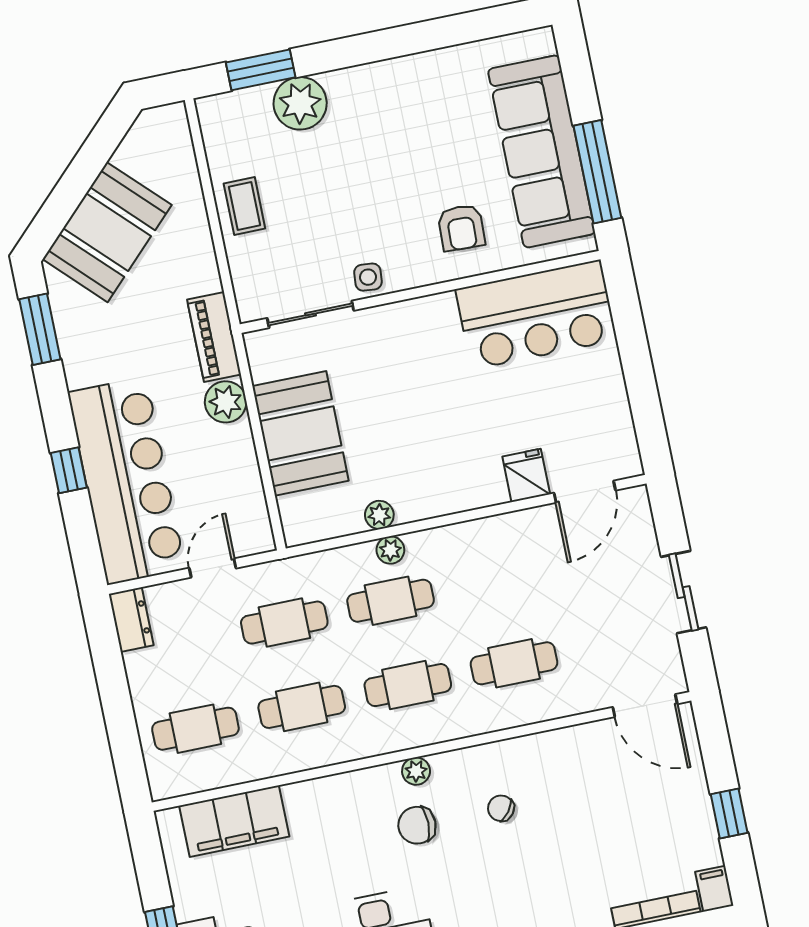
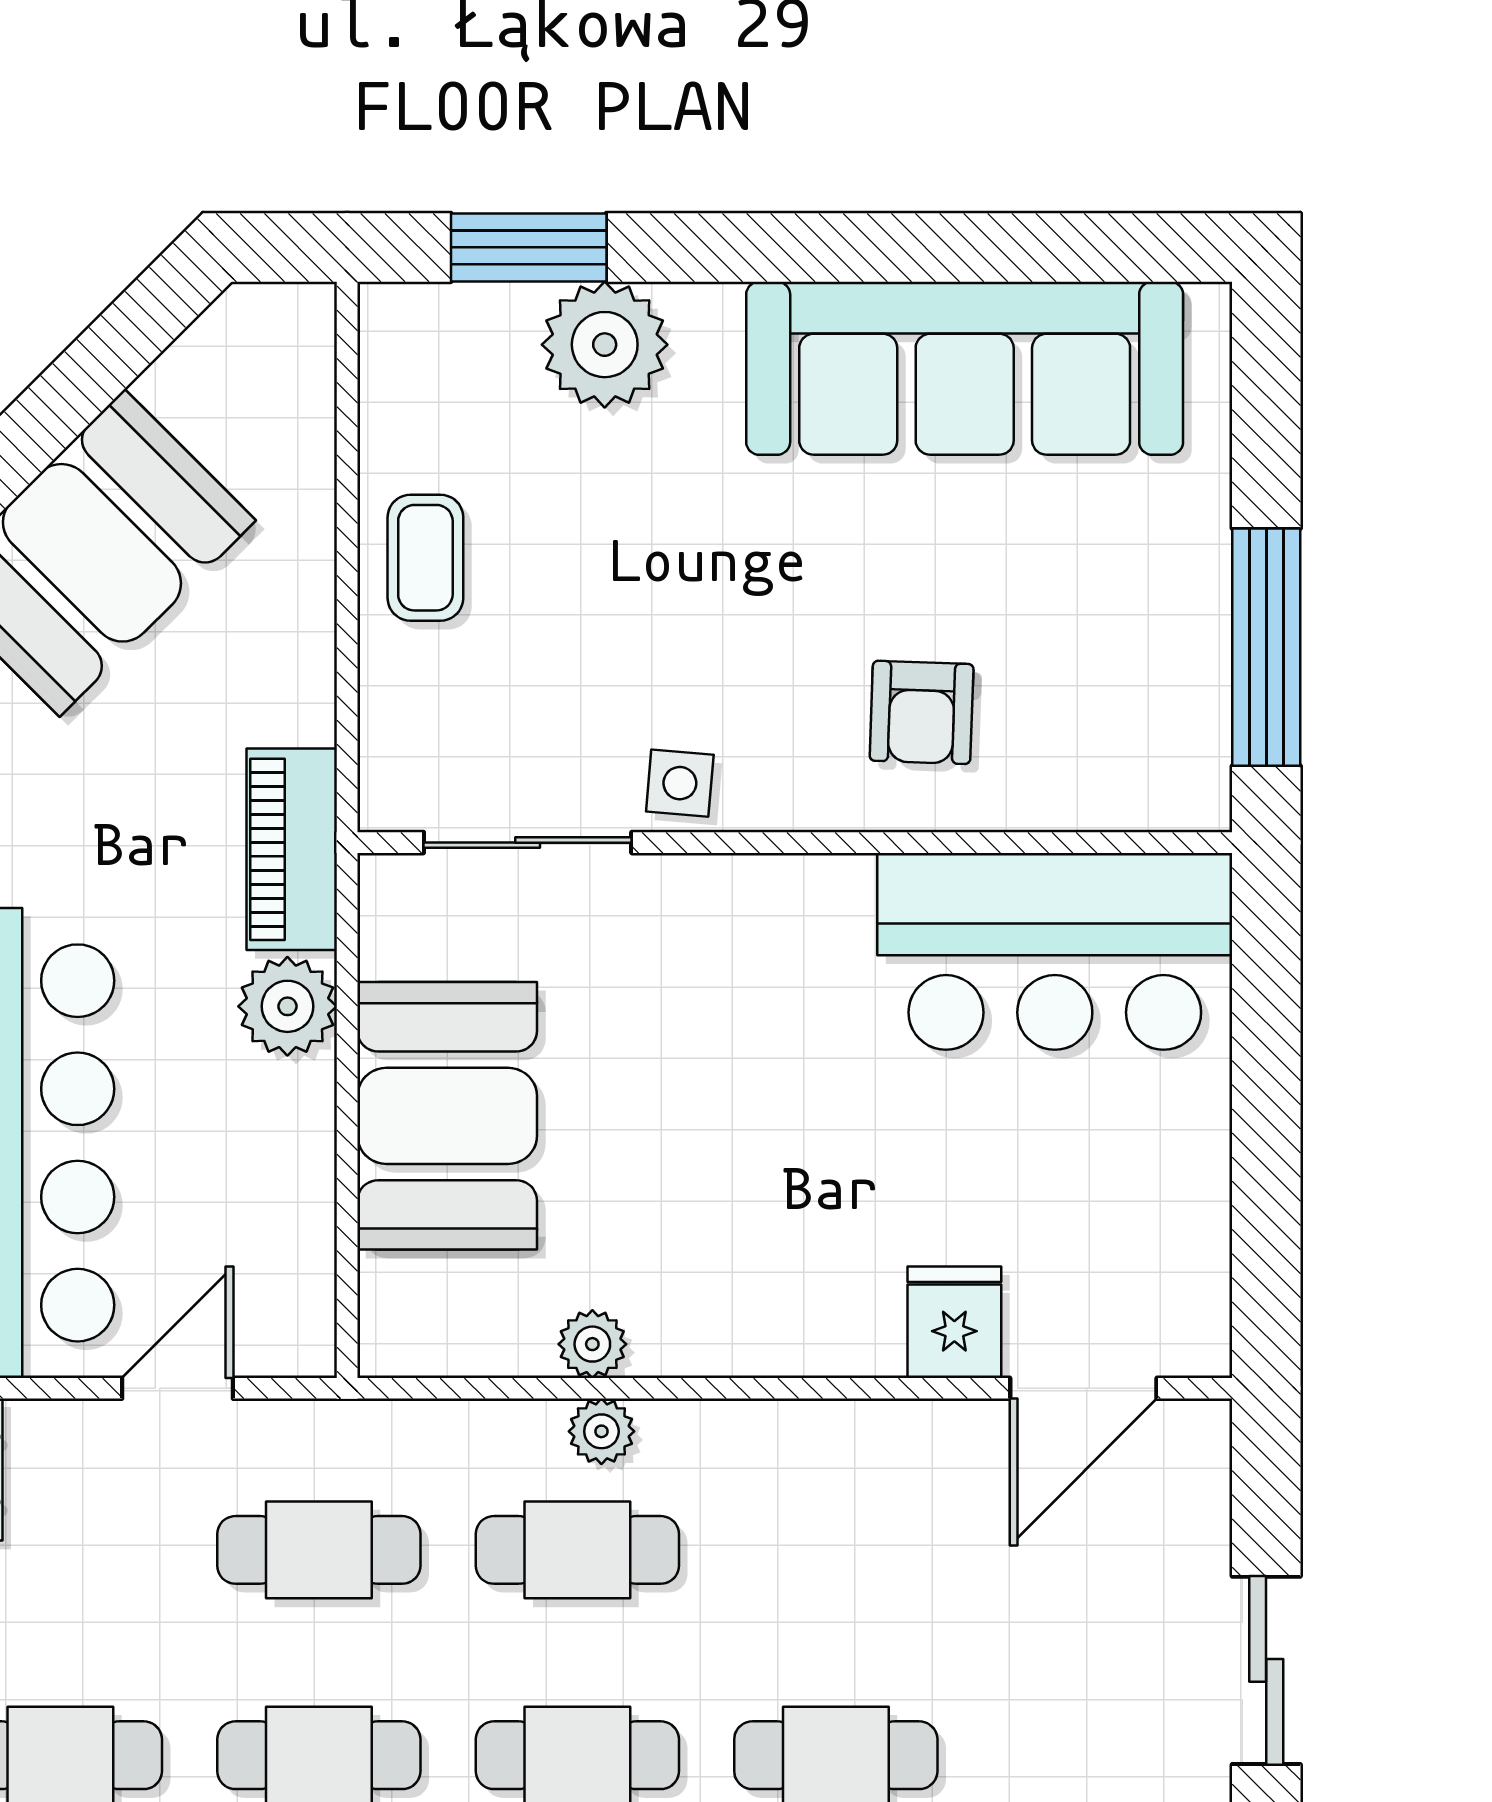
sofa: (541, 151) -> (965, 368), moved, turned -90

